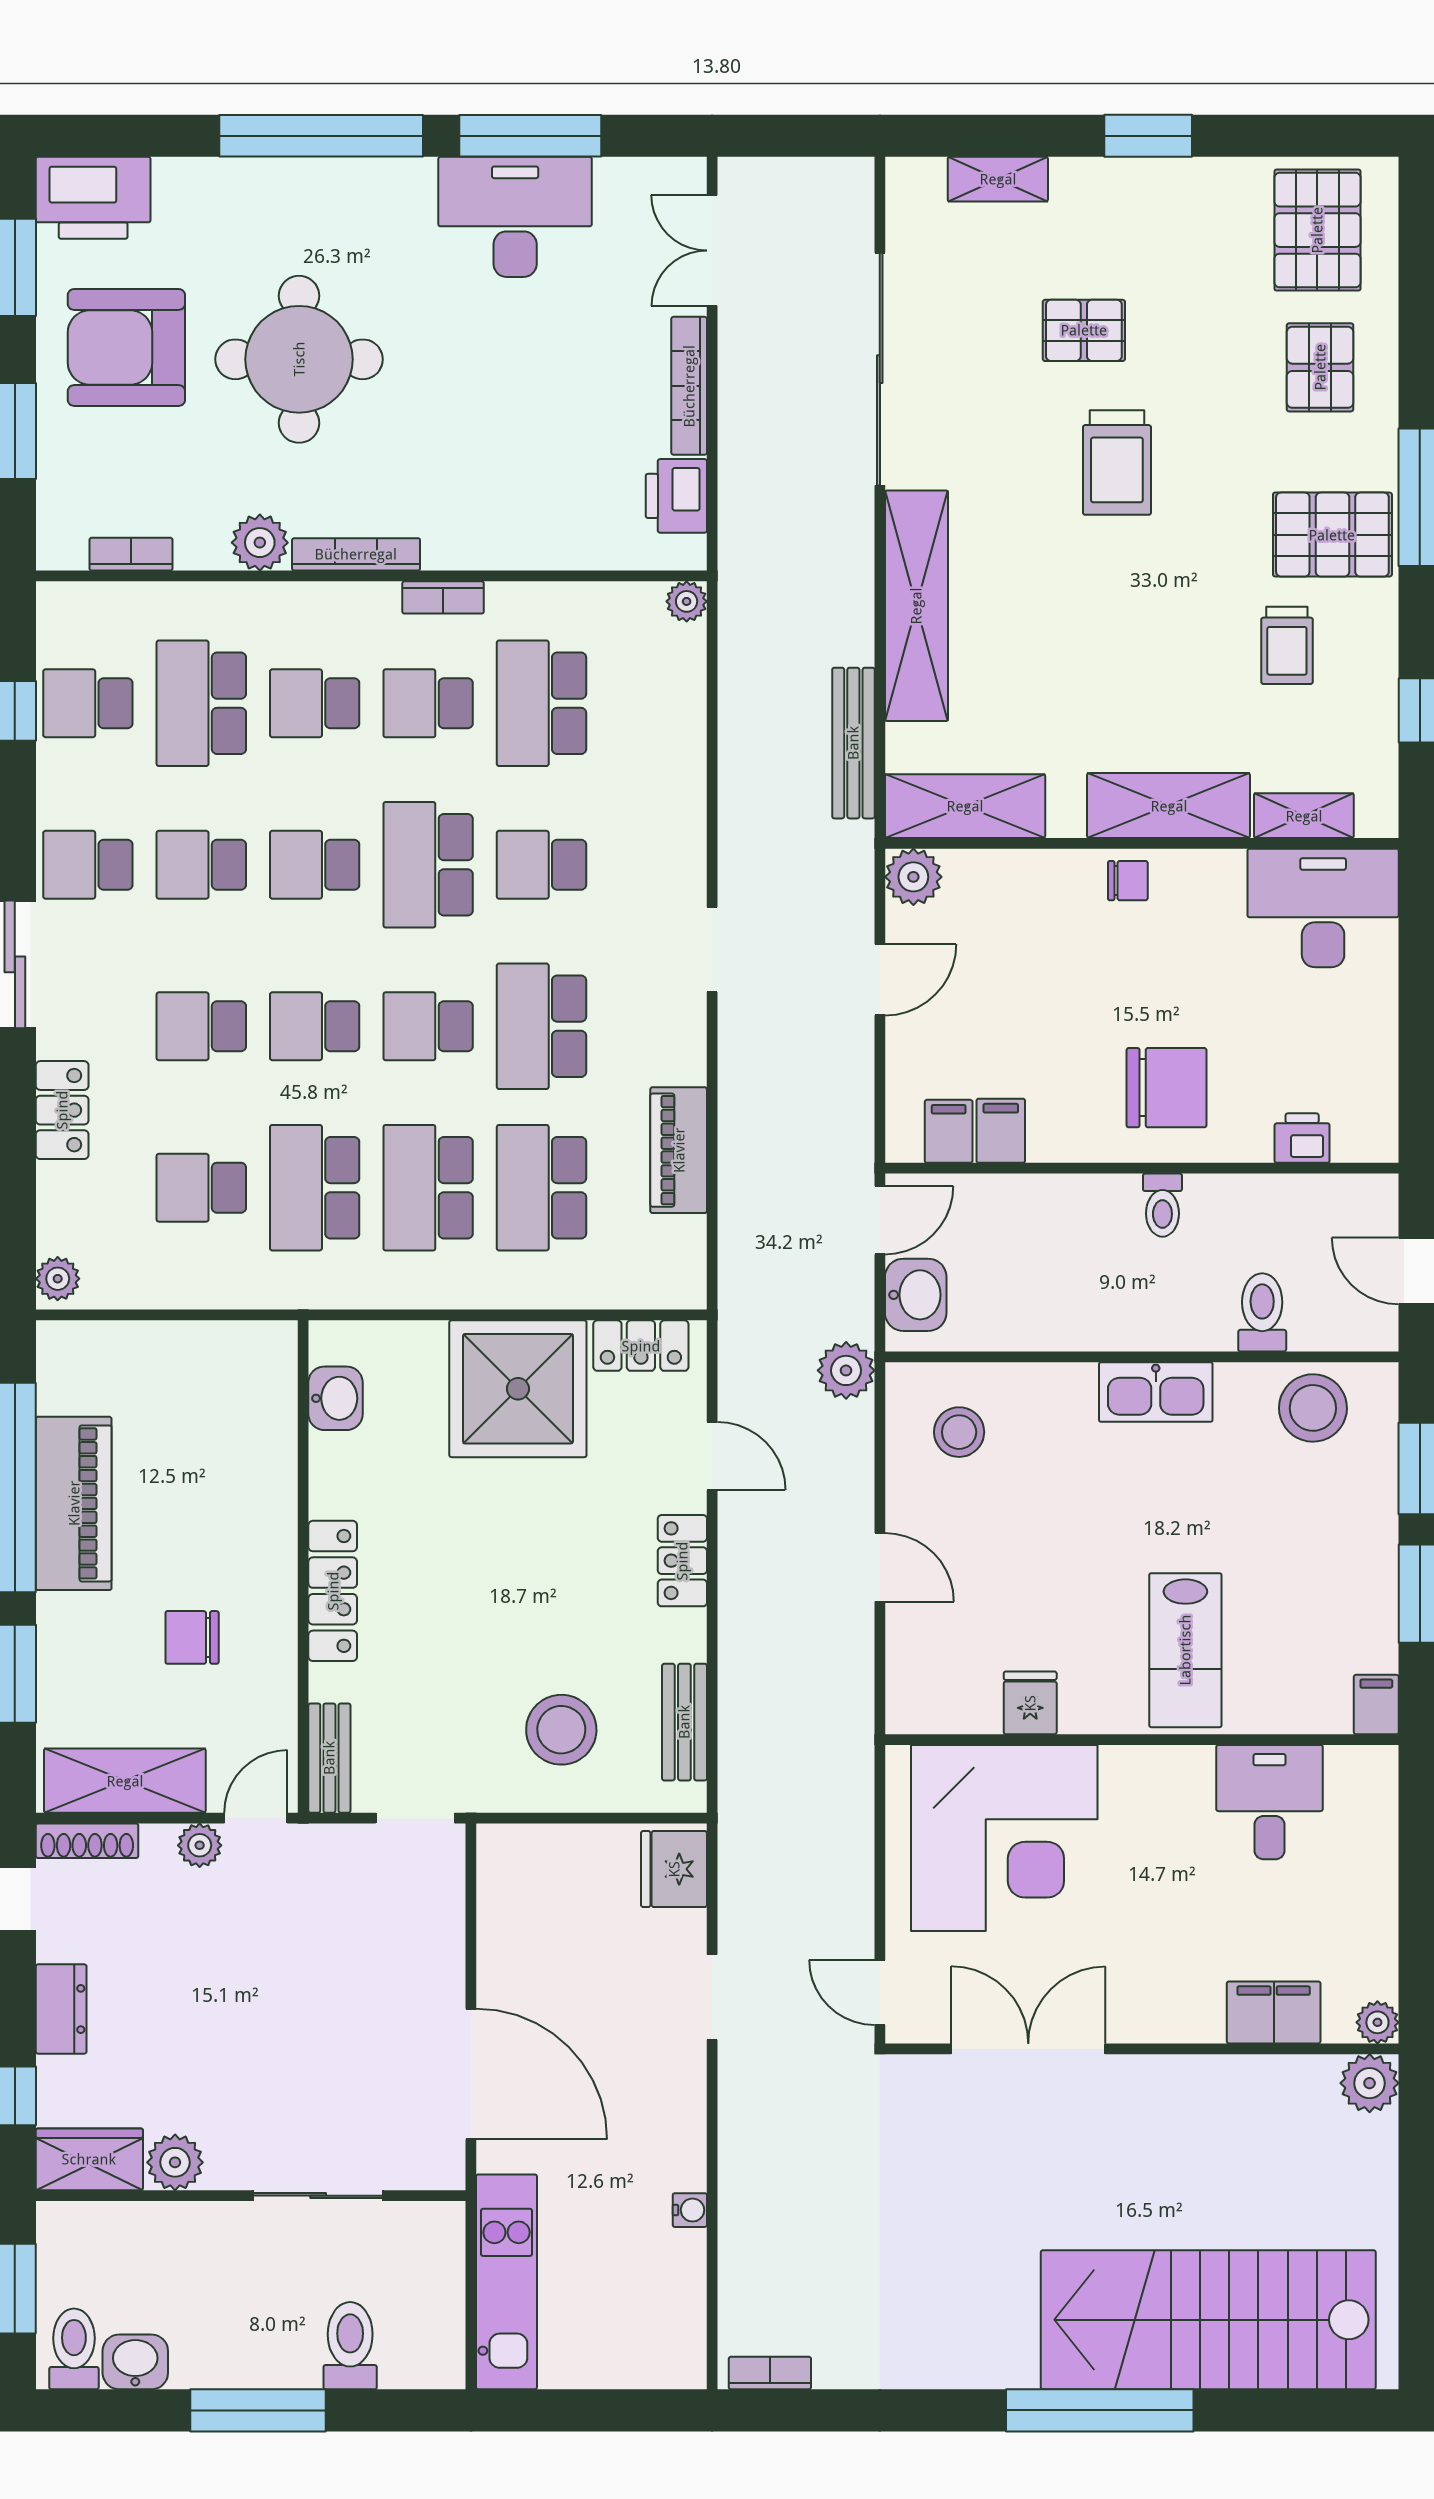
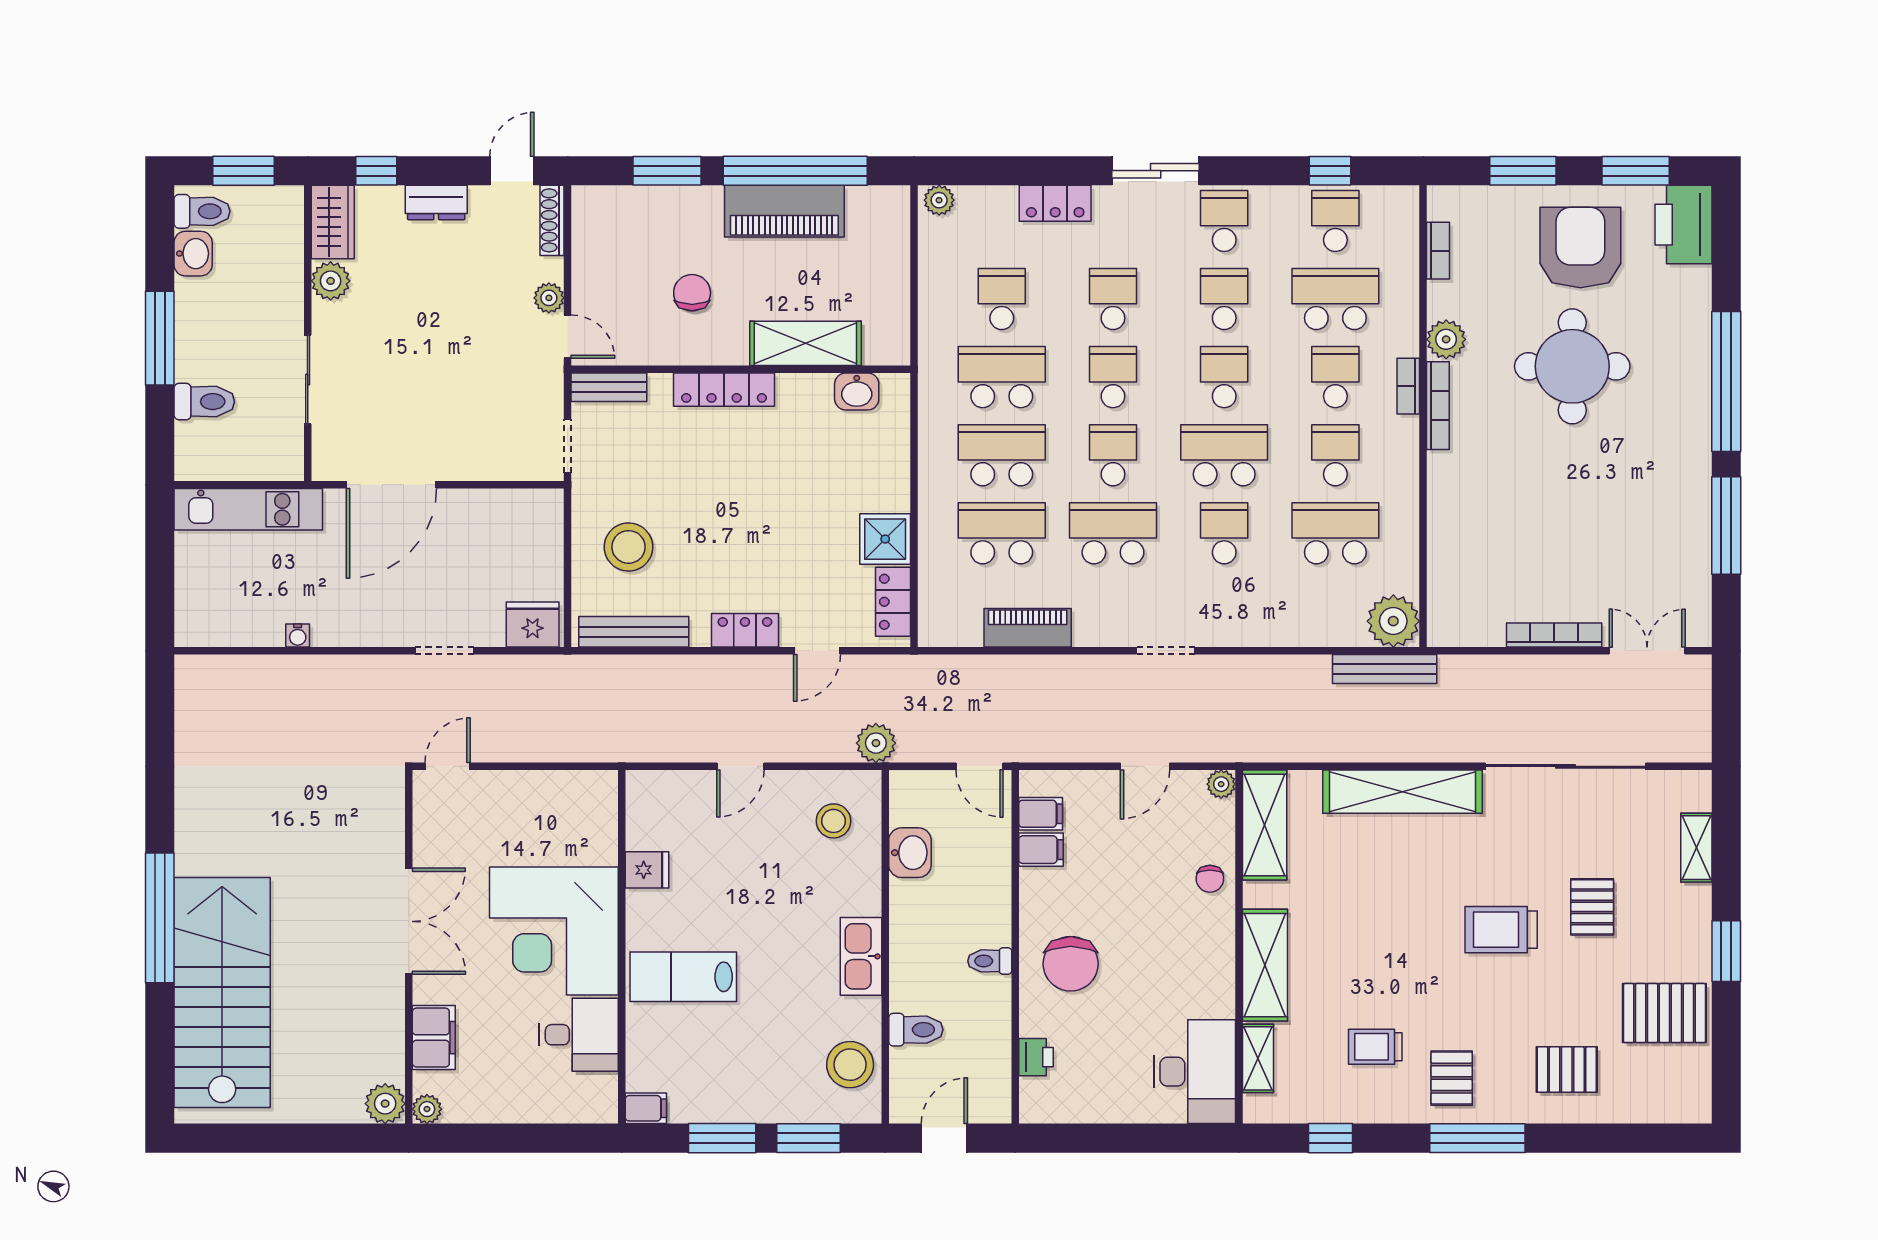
desk: (515, 217) -> (1670, 515), removed
pallet: (1317, 230) -> (1664, 1013), moved
printer: (676, 496) -> (1478, 626), removed
pallet: (1332, 535) -> (1452, 1078), width x0.67, depth x0.71
bookcase: (443, 597) -> (1408, 386), moved
plant: (687, 601) -> (1393, 621), width x1.88, depth x1.88
bench: (853, 743) -> (1385, 669), moved
plant: (913, 877) -> (1221, 784), width x0.73, depth x0.73
chair: (1128, 881) -> (1210, 879), moved
door: (880, 980) -> (1145, 766), hinge flipped
washbasin: (916, 1295) -> (910, 853), moved, turned -90
shower: (518, 1389) -> (885, 539), width x0.54, depth x0.54
bench: (684, 1722) -> (634, 632), width x1.36
shelving: (125, 1781) -> (805, 343), moved, turned 90
corner desk: (1004, 1838) -> (554, 931), moved
double door: (1028, 2049) -> (409, 921), moved
bookcase: (770, 2373) -> (185, 691), removed

